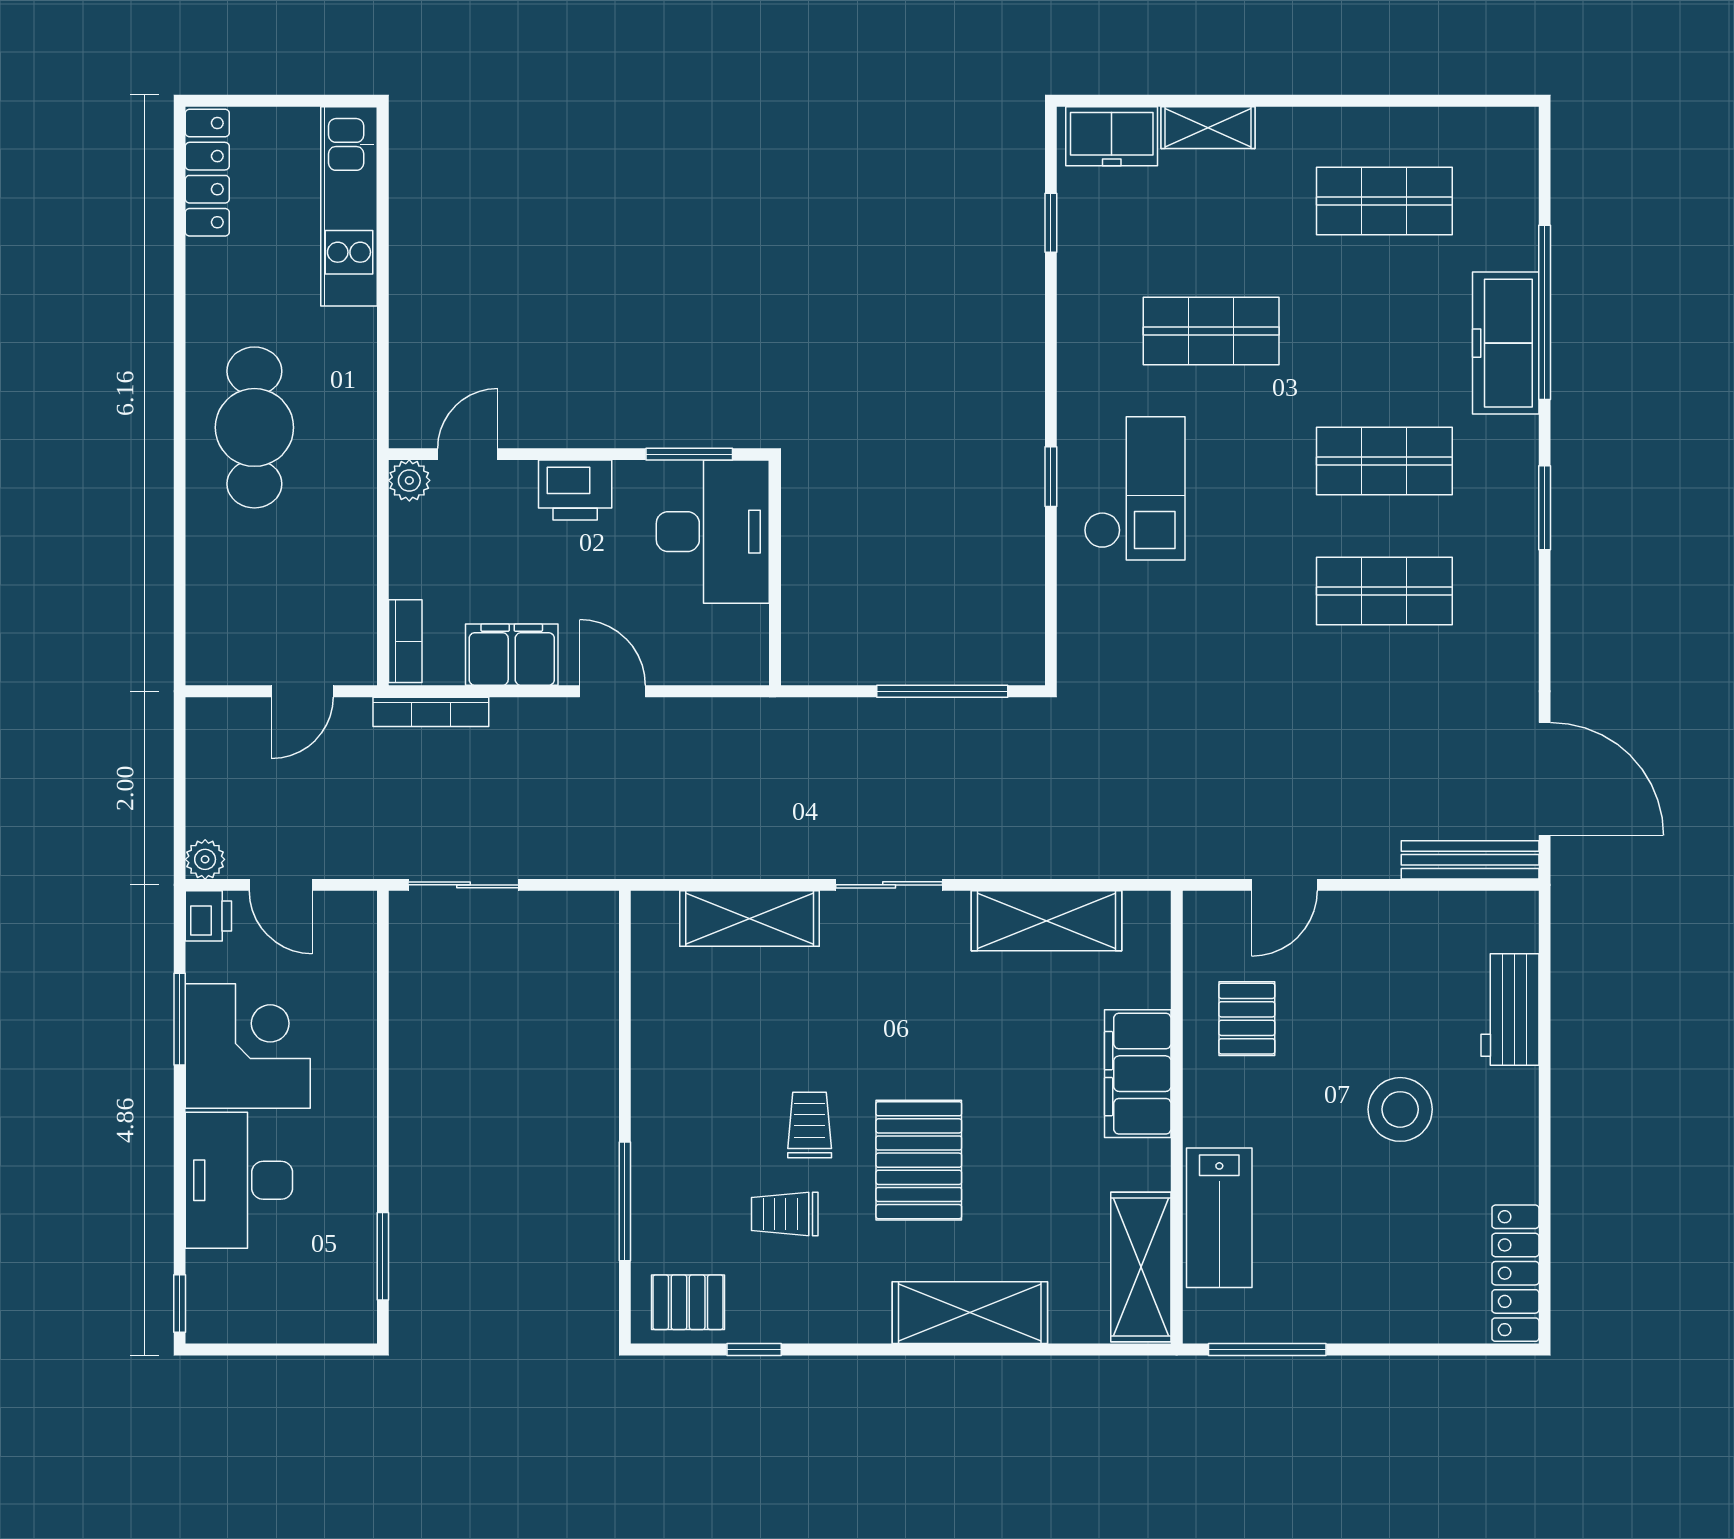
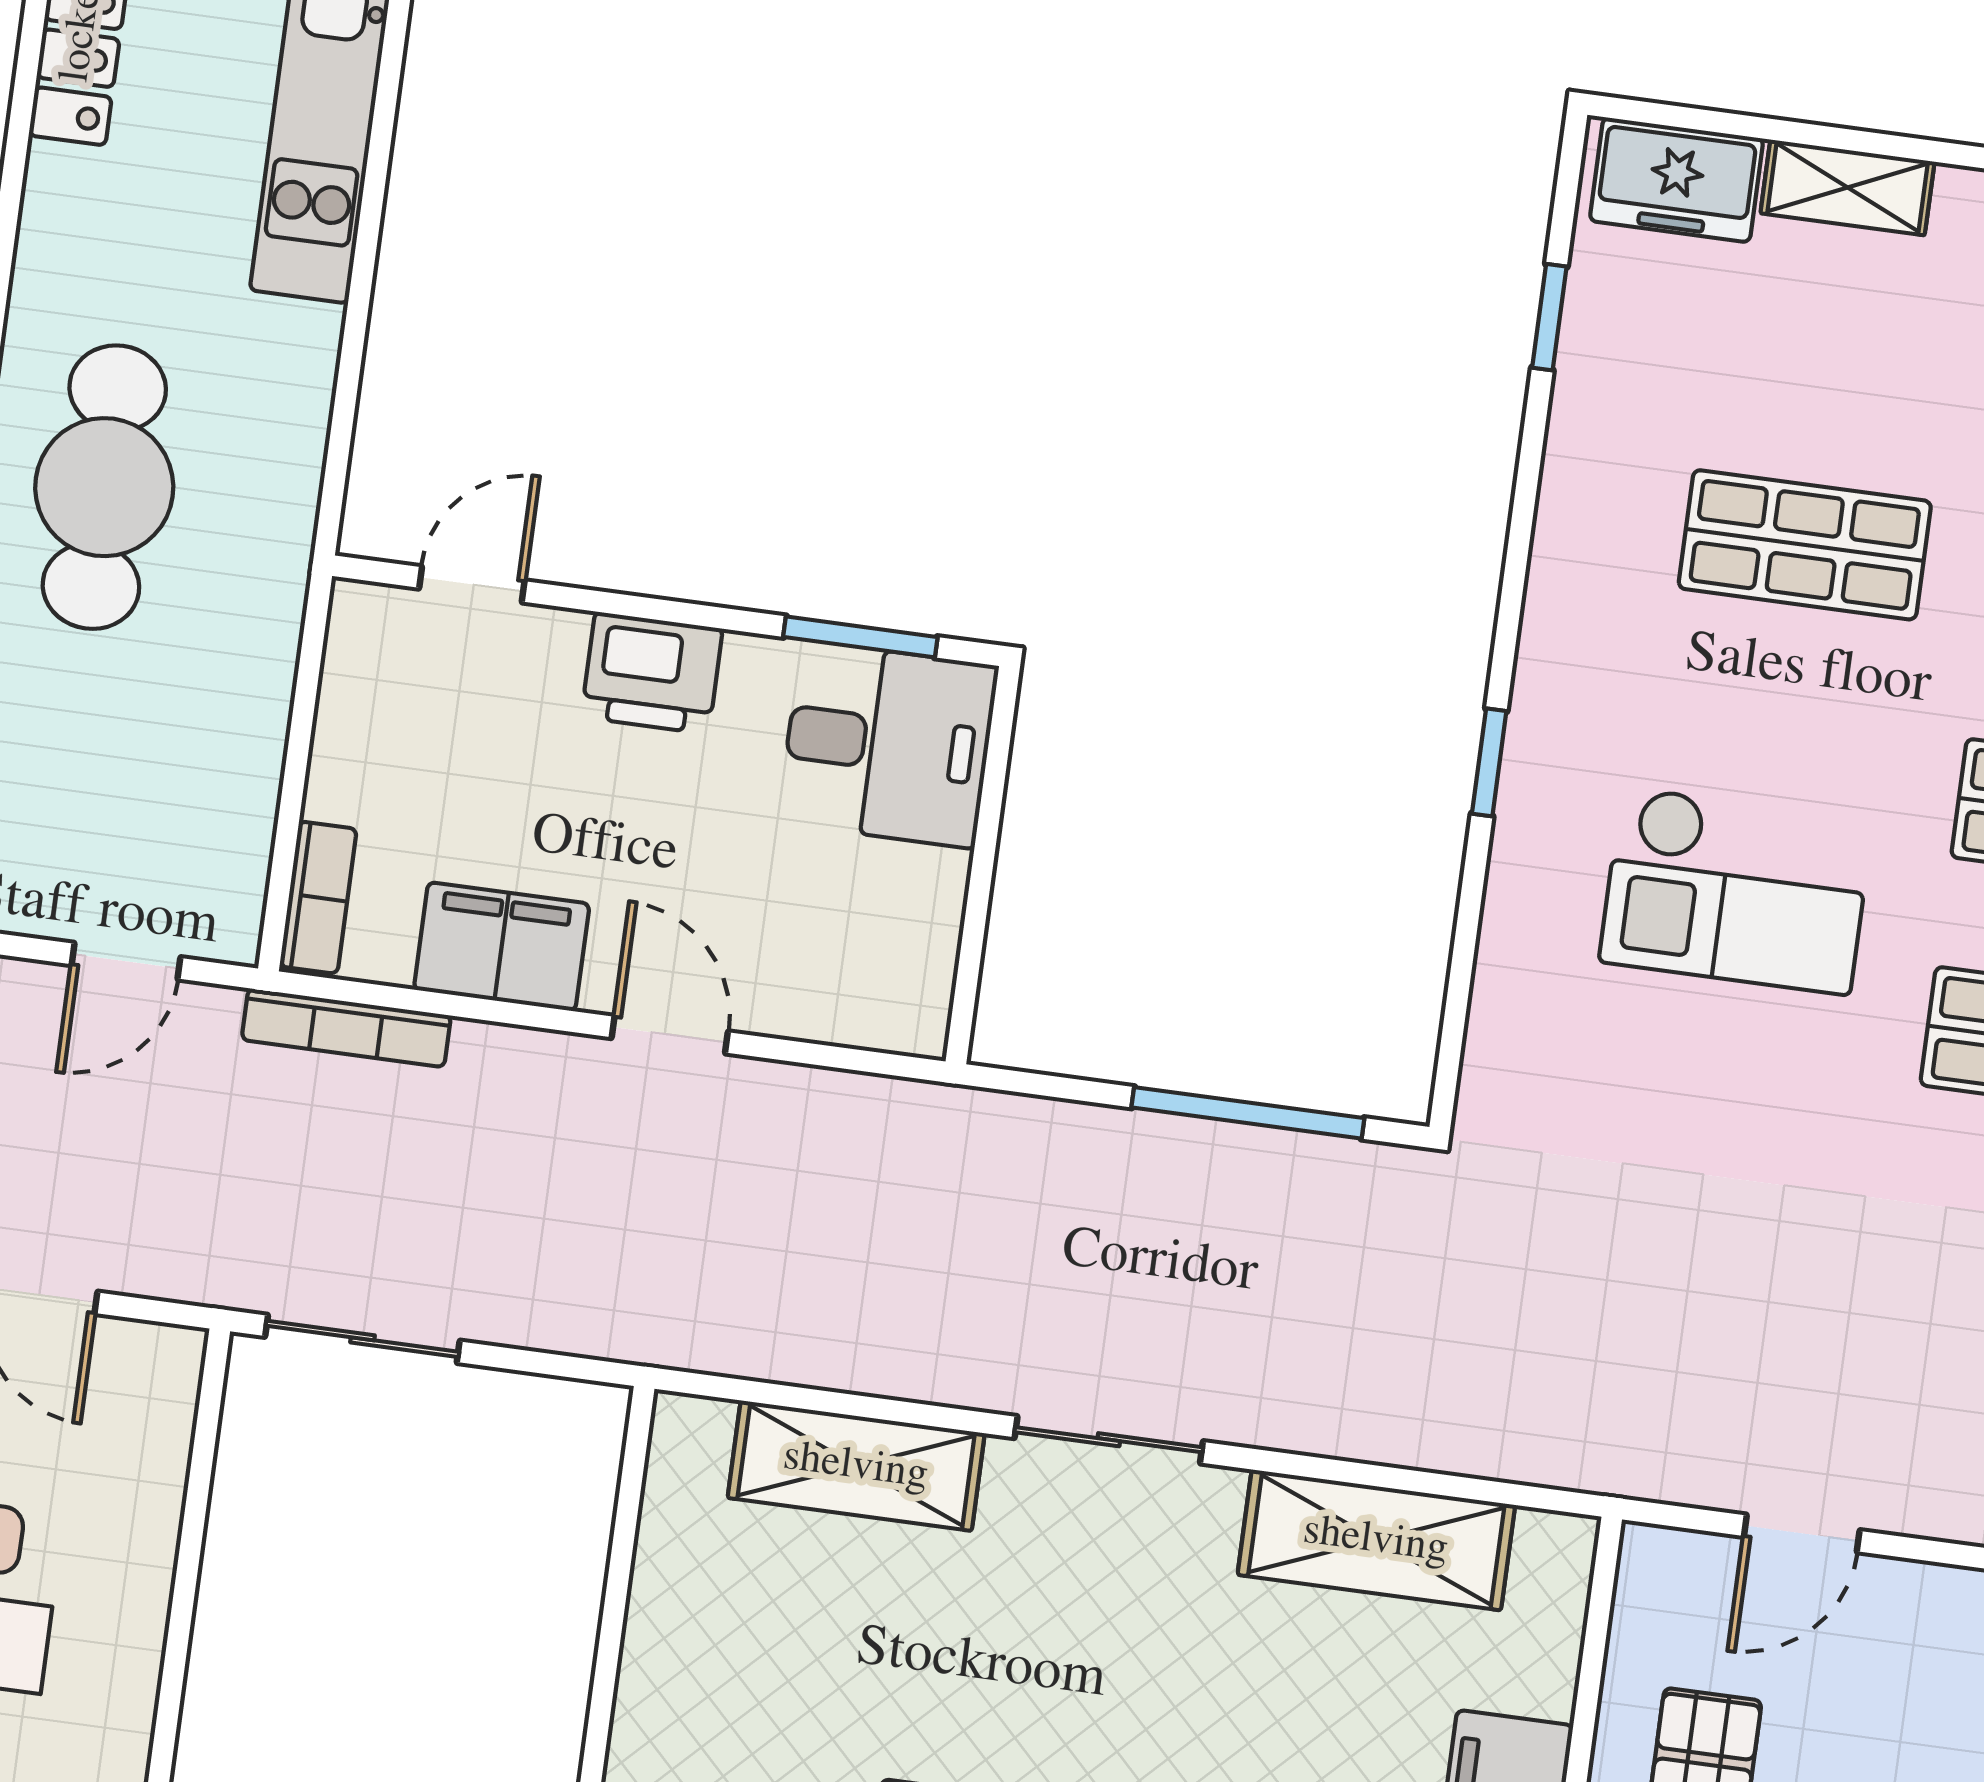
plant: (409, 480) -> (363, 617), removed
checkout: (1135, 488) -> (1736, 891), moved, turned 90
desk: (713, 532) -> (888, 744), width x0.73

